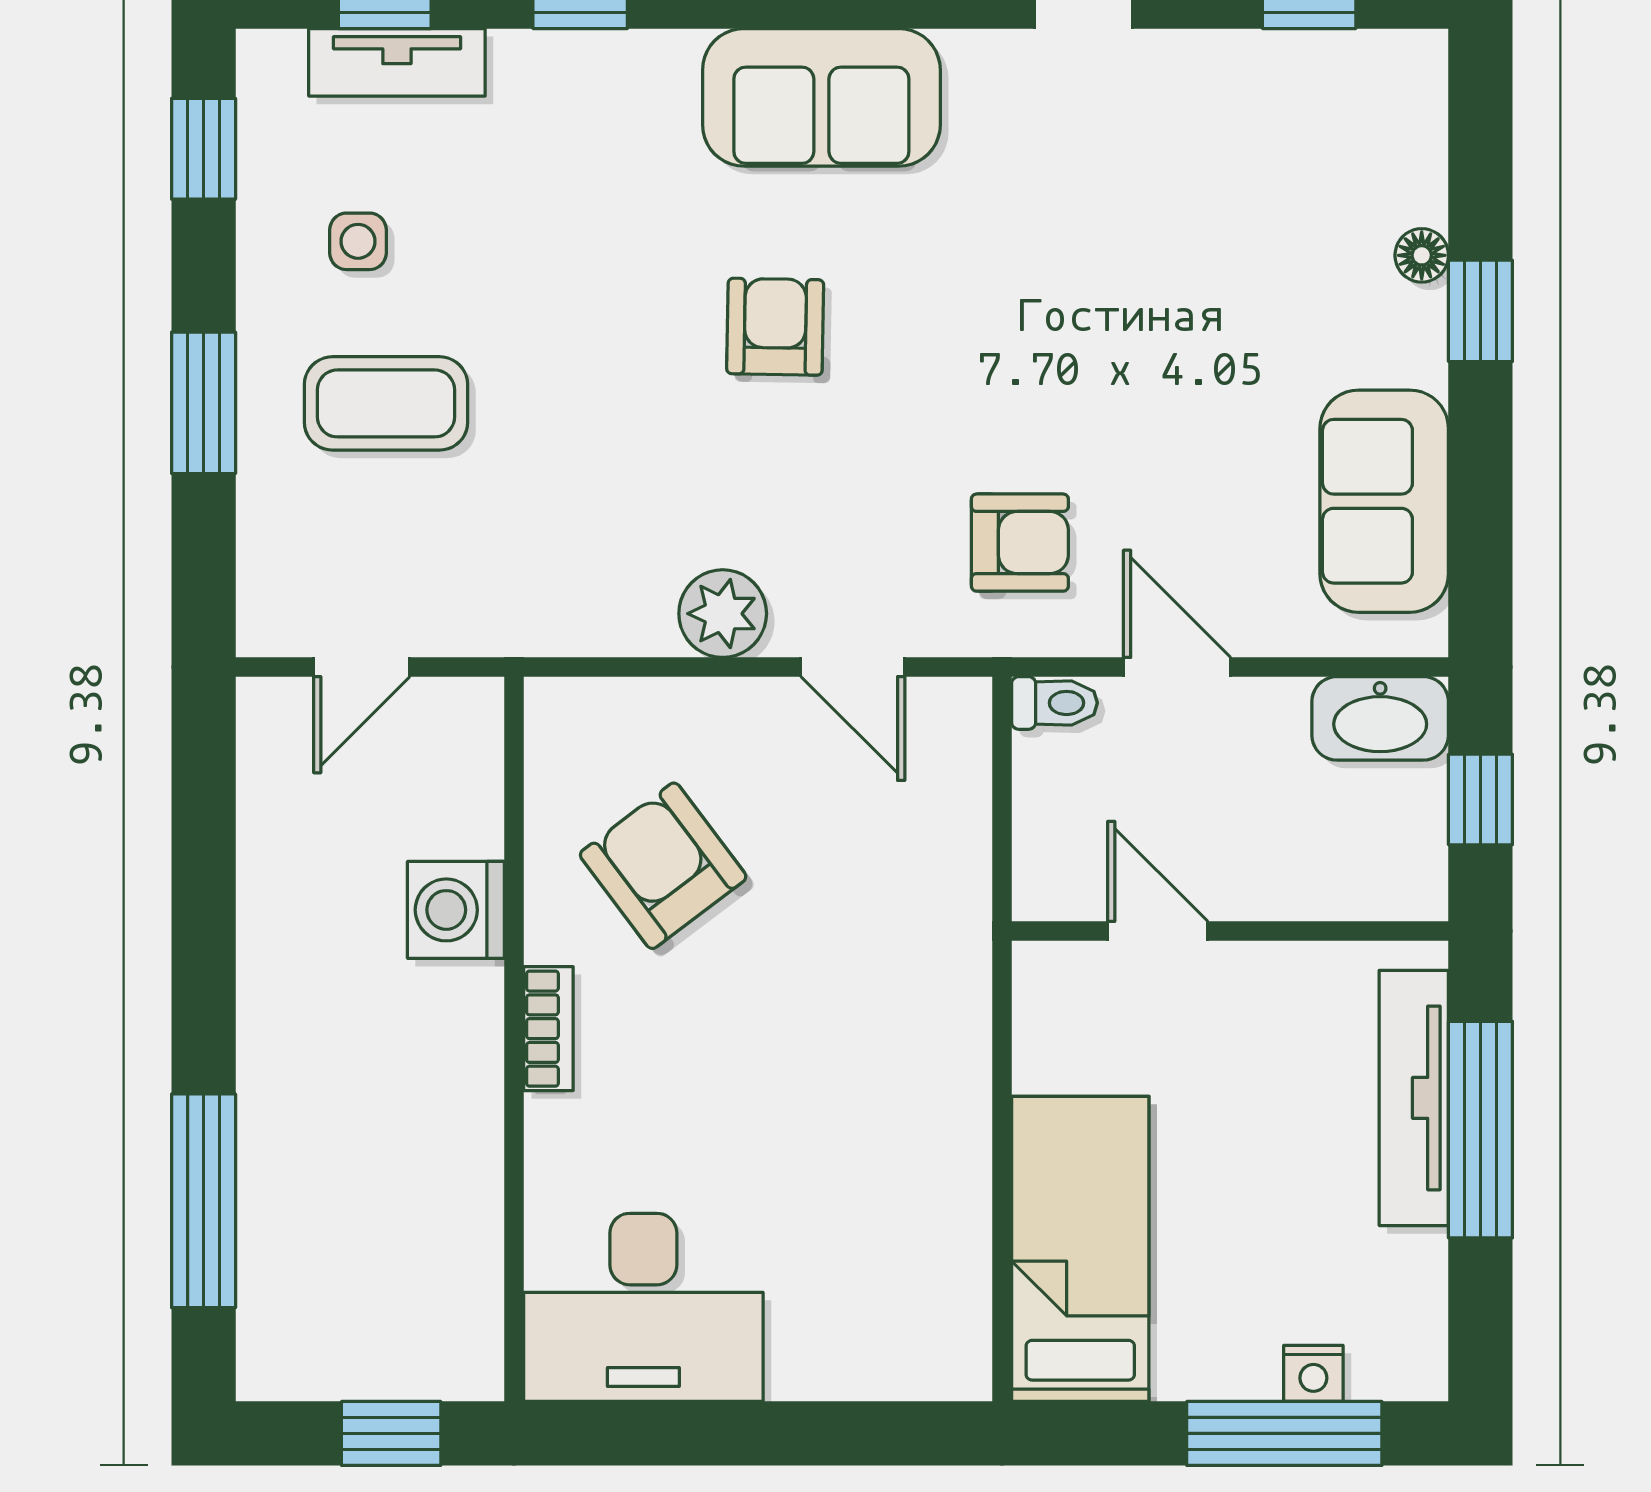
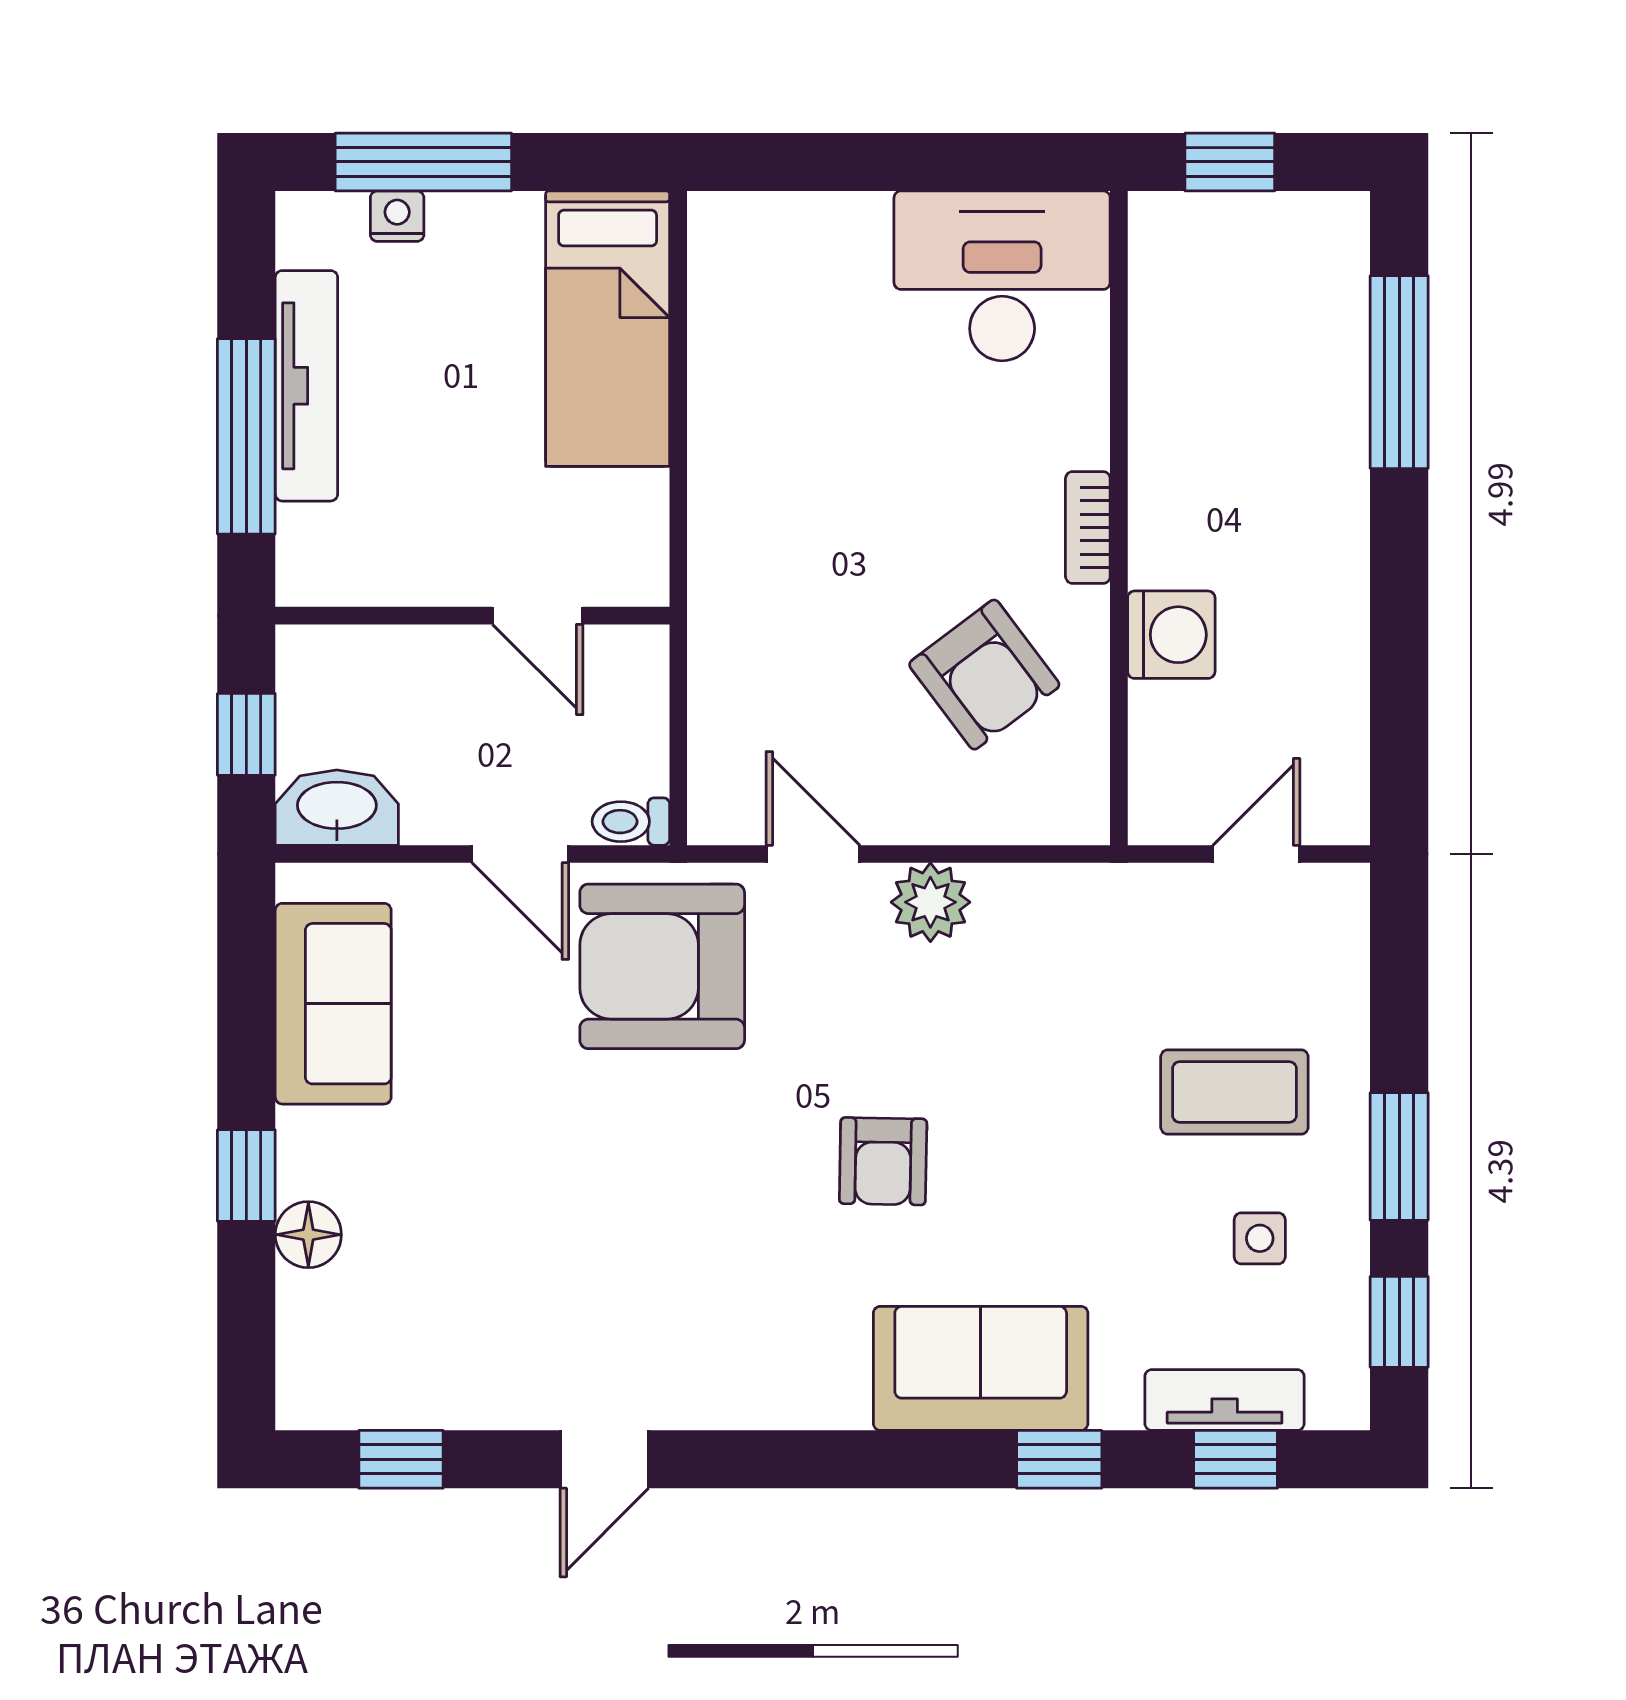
sofa: (821, 97) -> (981, 1368), moved
floor lamp: (1422, 255) -> (308, 1235), width x1.37, depth x1.37
window: (204, 403) -> (1399, 1156), moved
armchair: (1020, 543) -> (662, 966), width x1.88, depth x1.88
tv unit: (1414, 1098) -> (306, 386), moved

